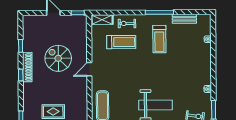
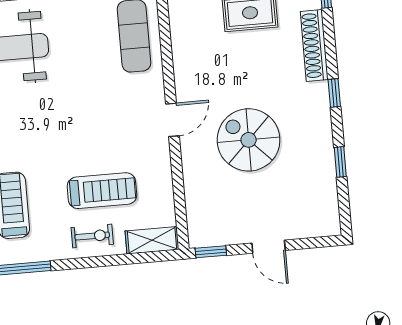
treadmill: (121, 42) -> (102, 191), turned 180
spiral stairs: (58, 58) -> (249, 140), turned 180
shoe rack: (27, 67) -> (314, 45), moved

